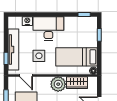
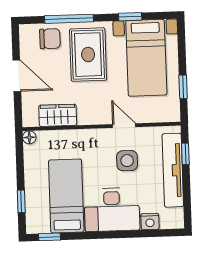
bed: (77, 57) -> (66, 196), moved, turned -90
door: (26, 76) -> (124, 126), moved
plant: (58, 84) -> (91, 111), removed

